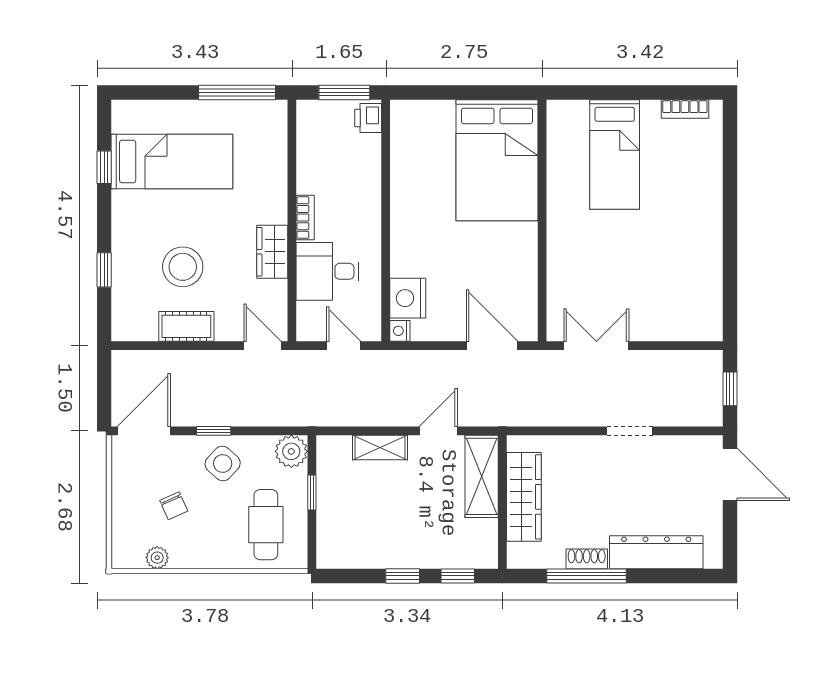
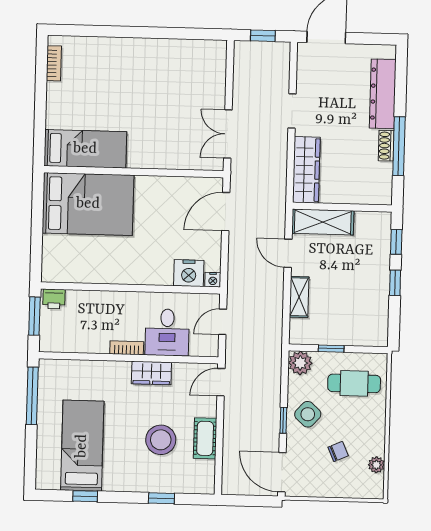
bed: (615, 154) -> (85, 149), moved
wardrobe: (524, 497) -> (306, 170), moved, turned 90

